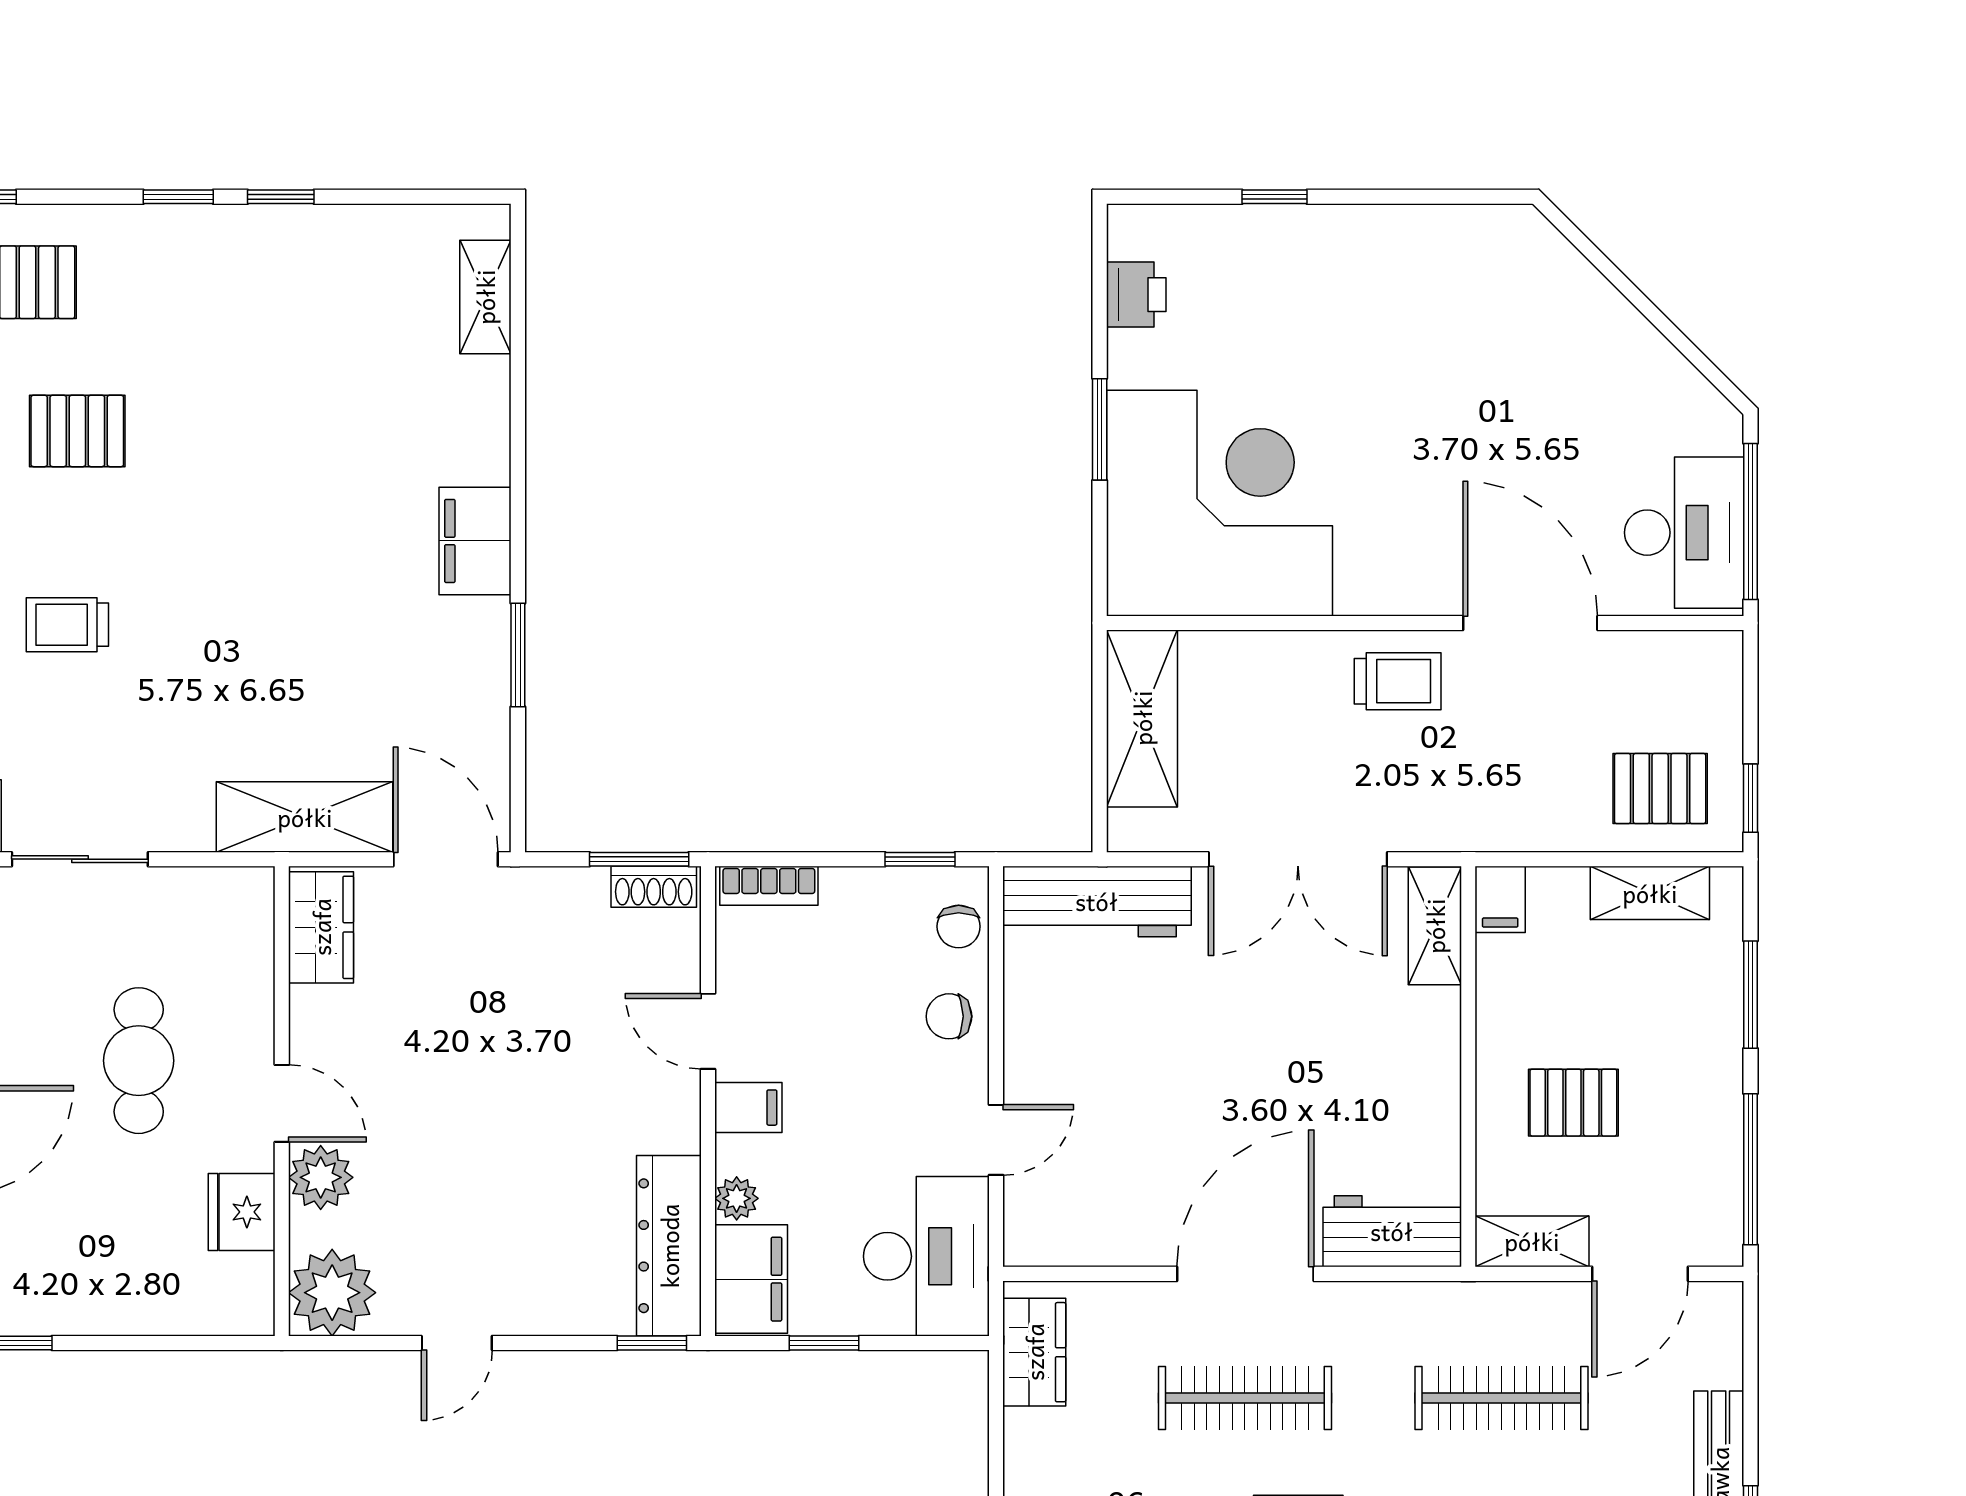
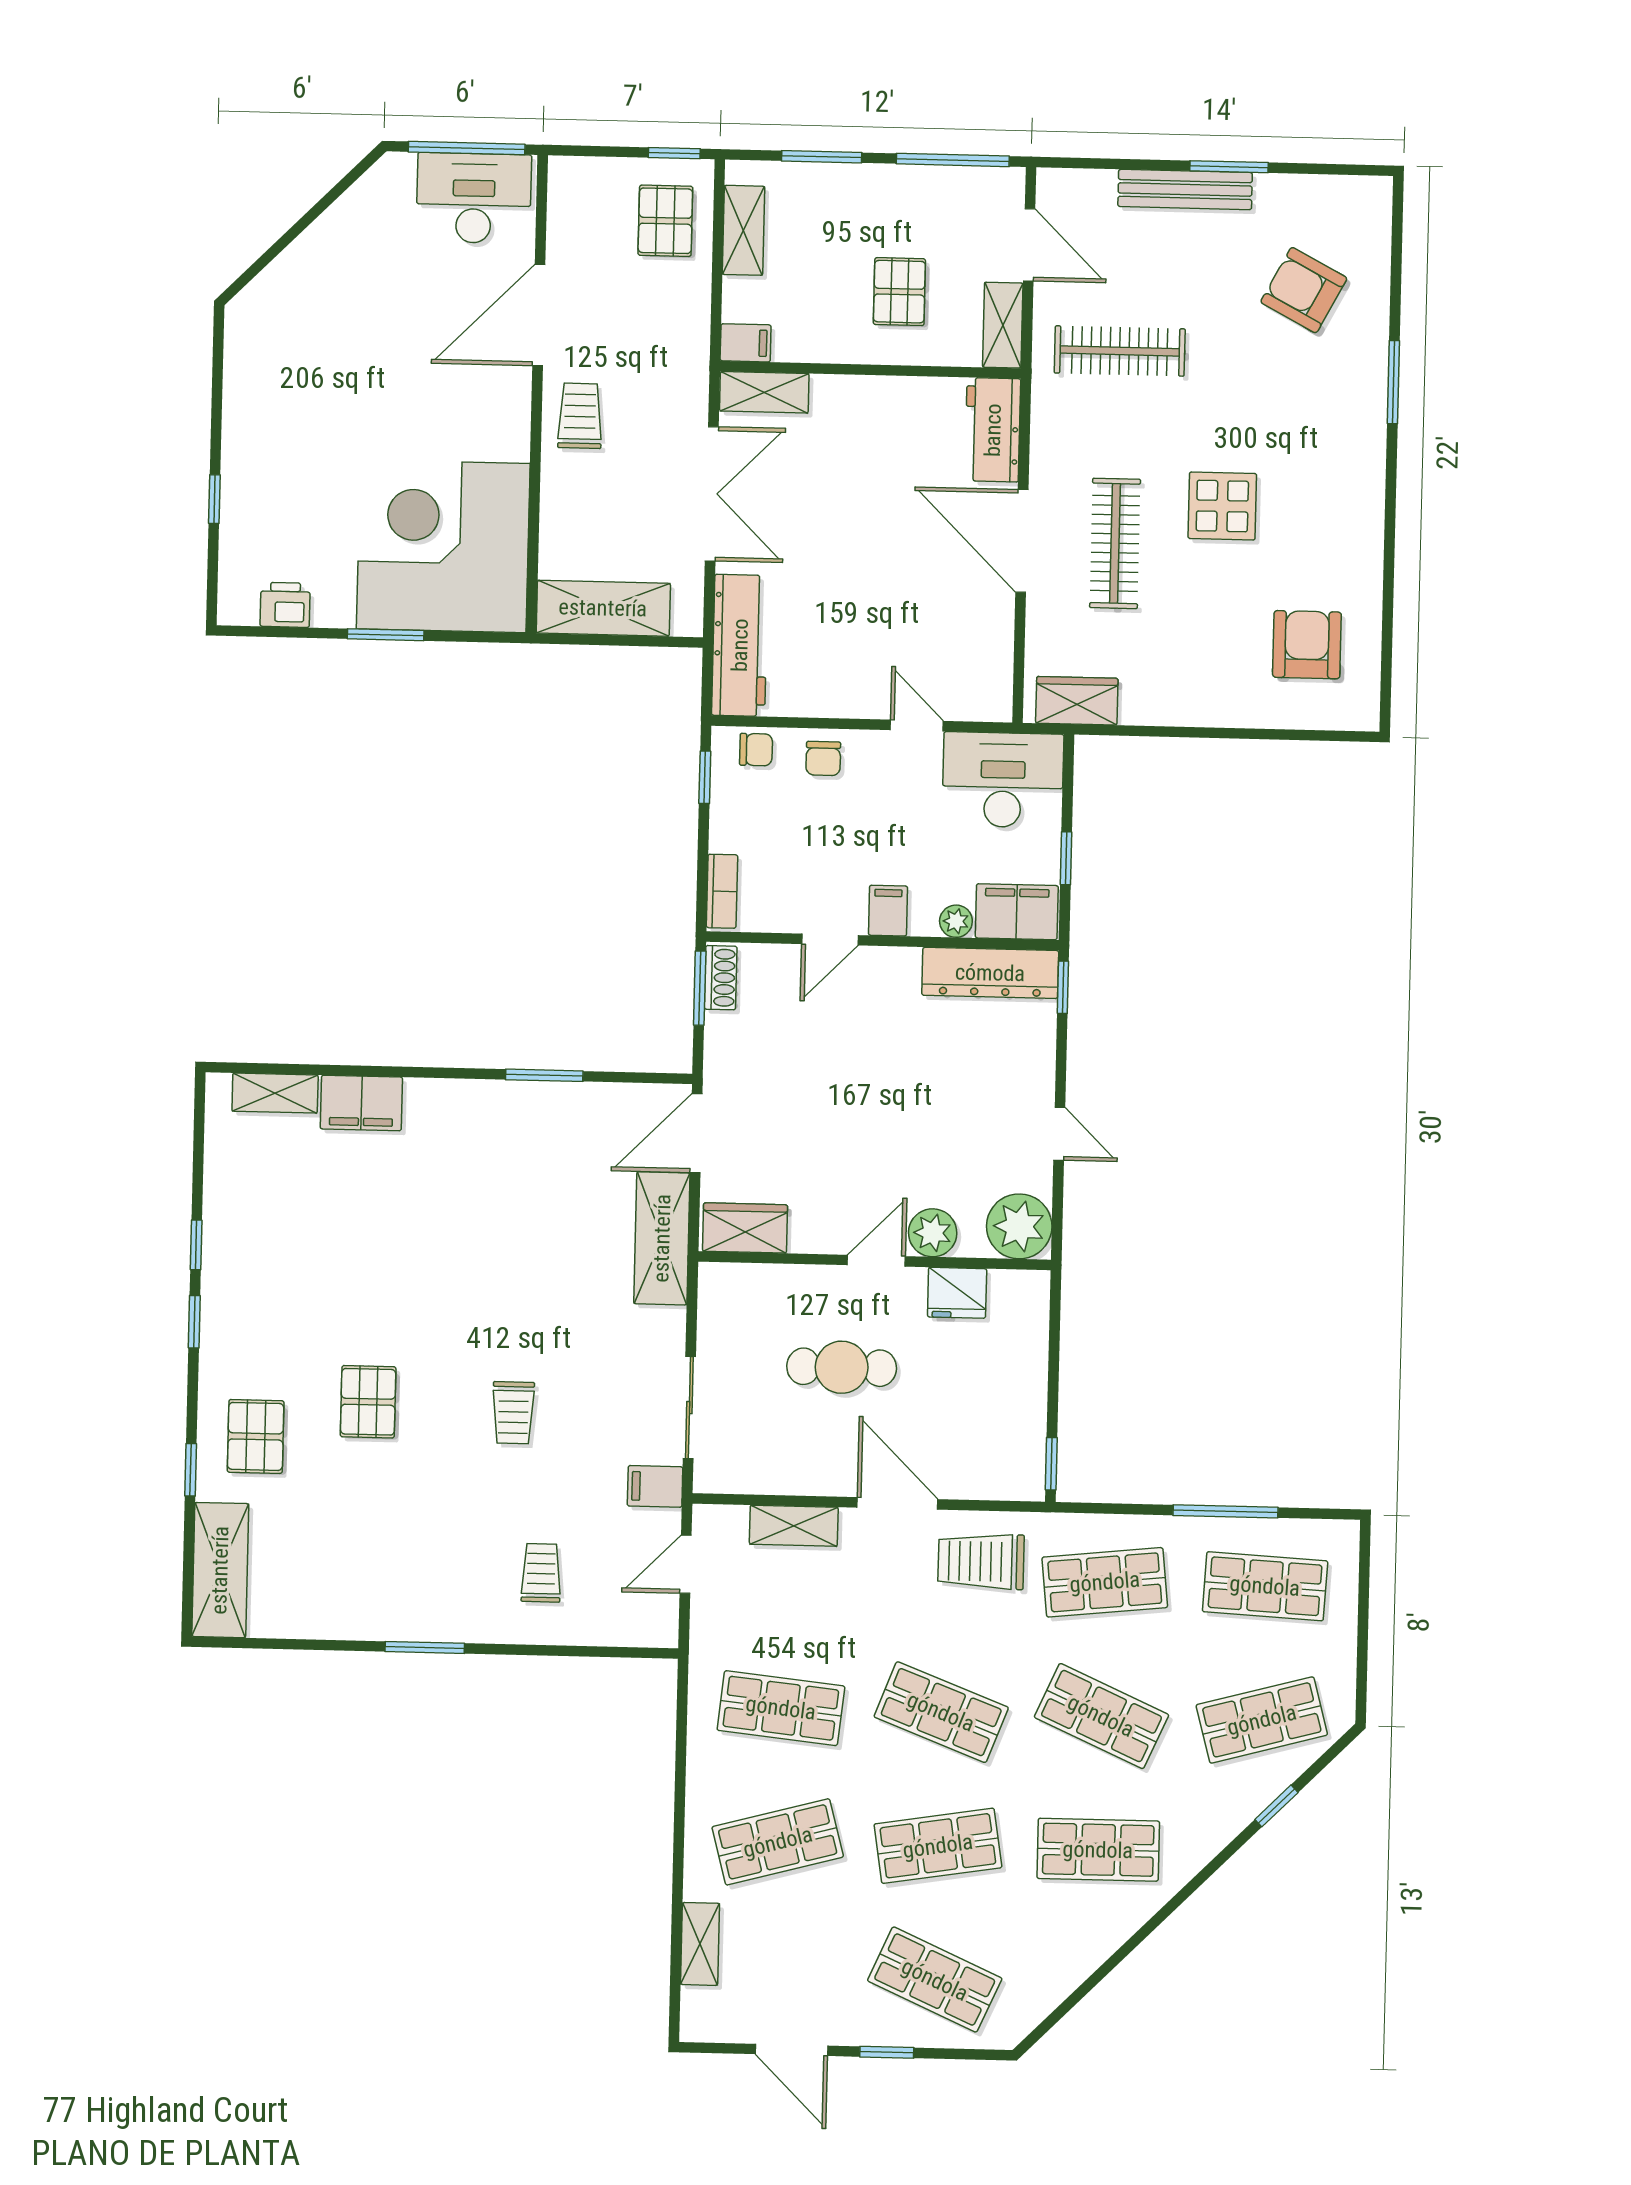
filing cabinet: (475, 541) -> (361, 1103), moved
clothes rail: (1501, 1398) -> (1120, 351), turned 90

